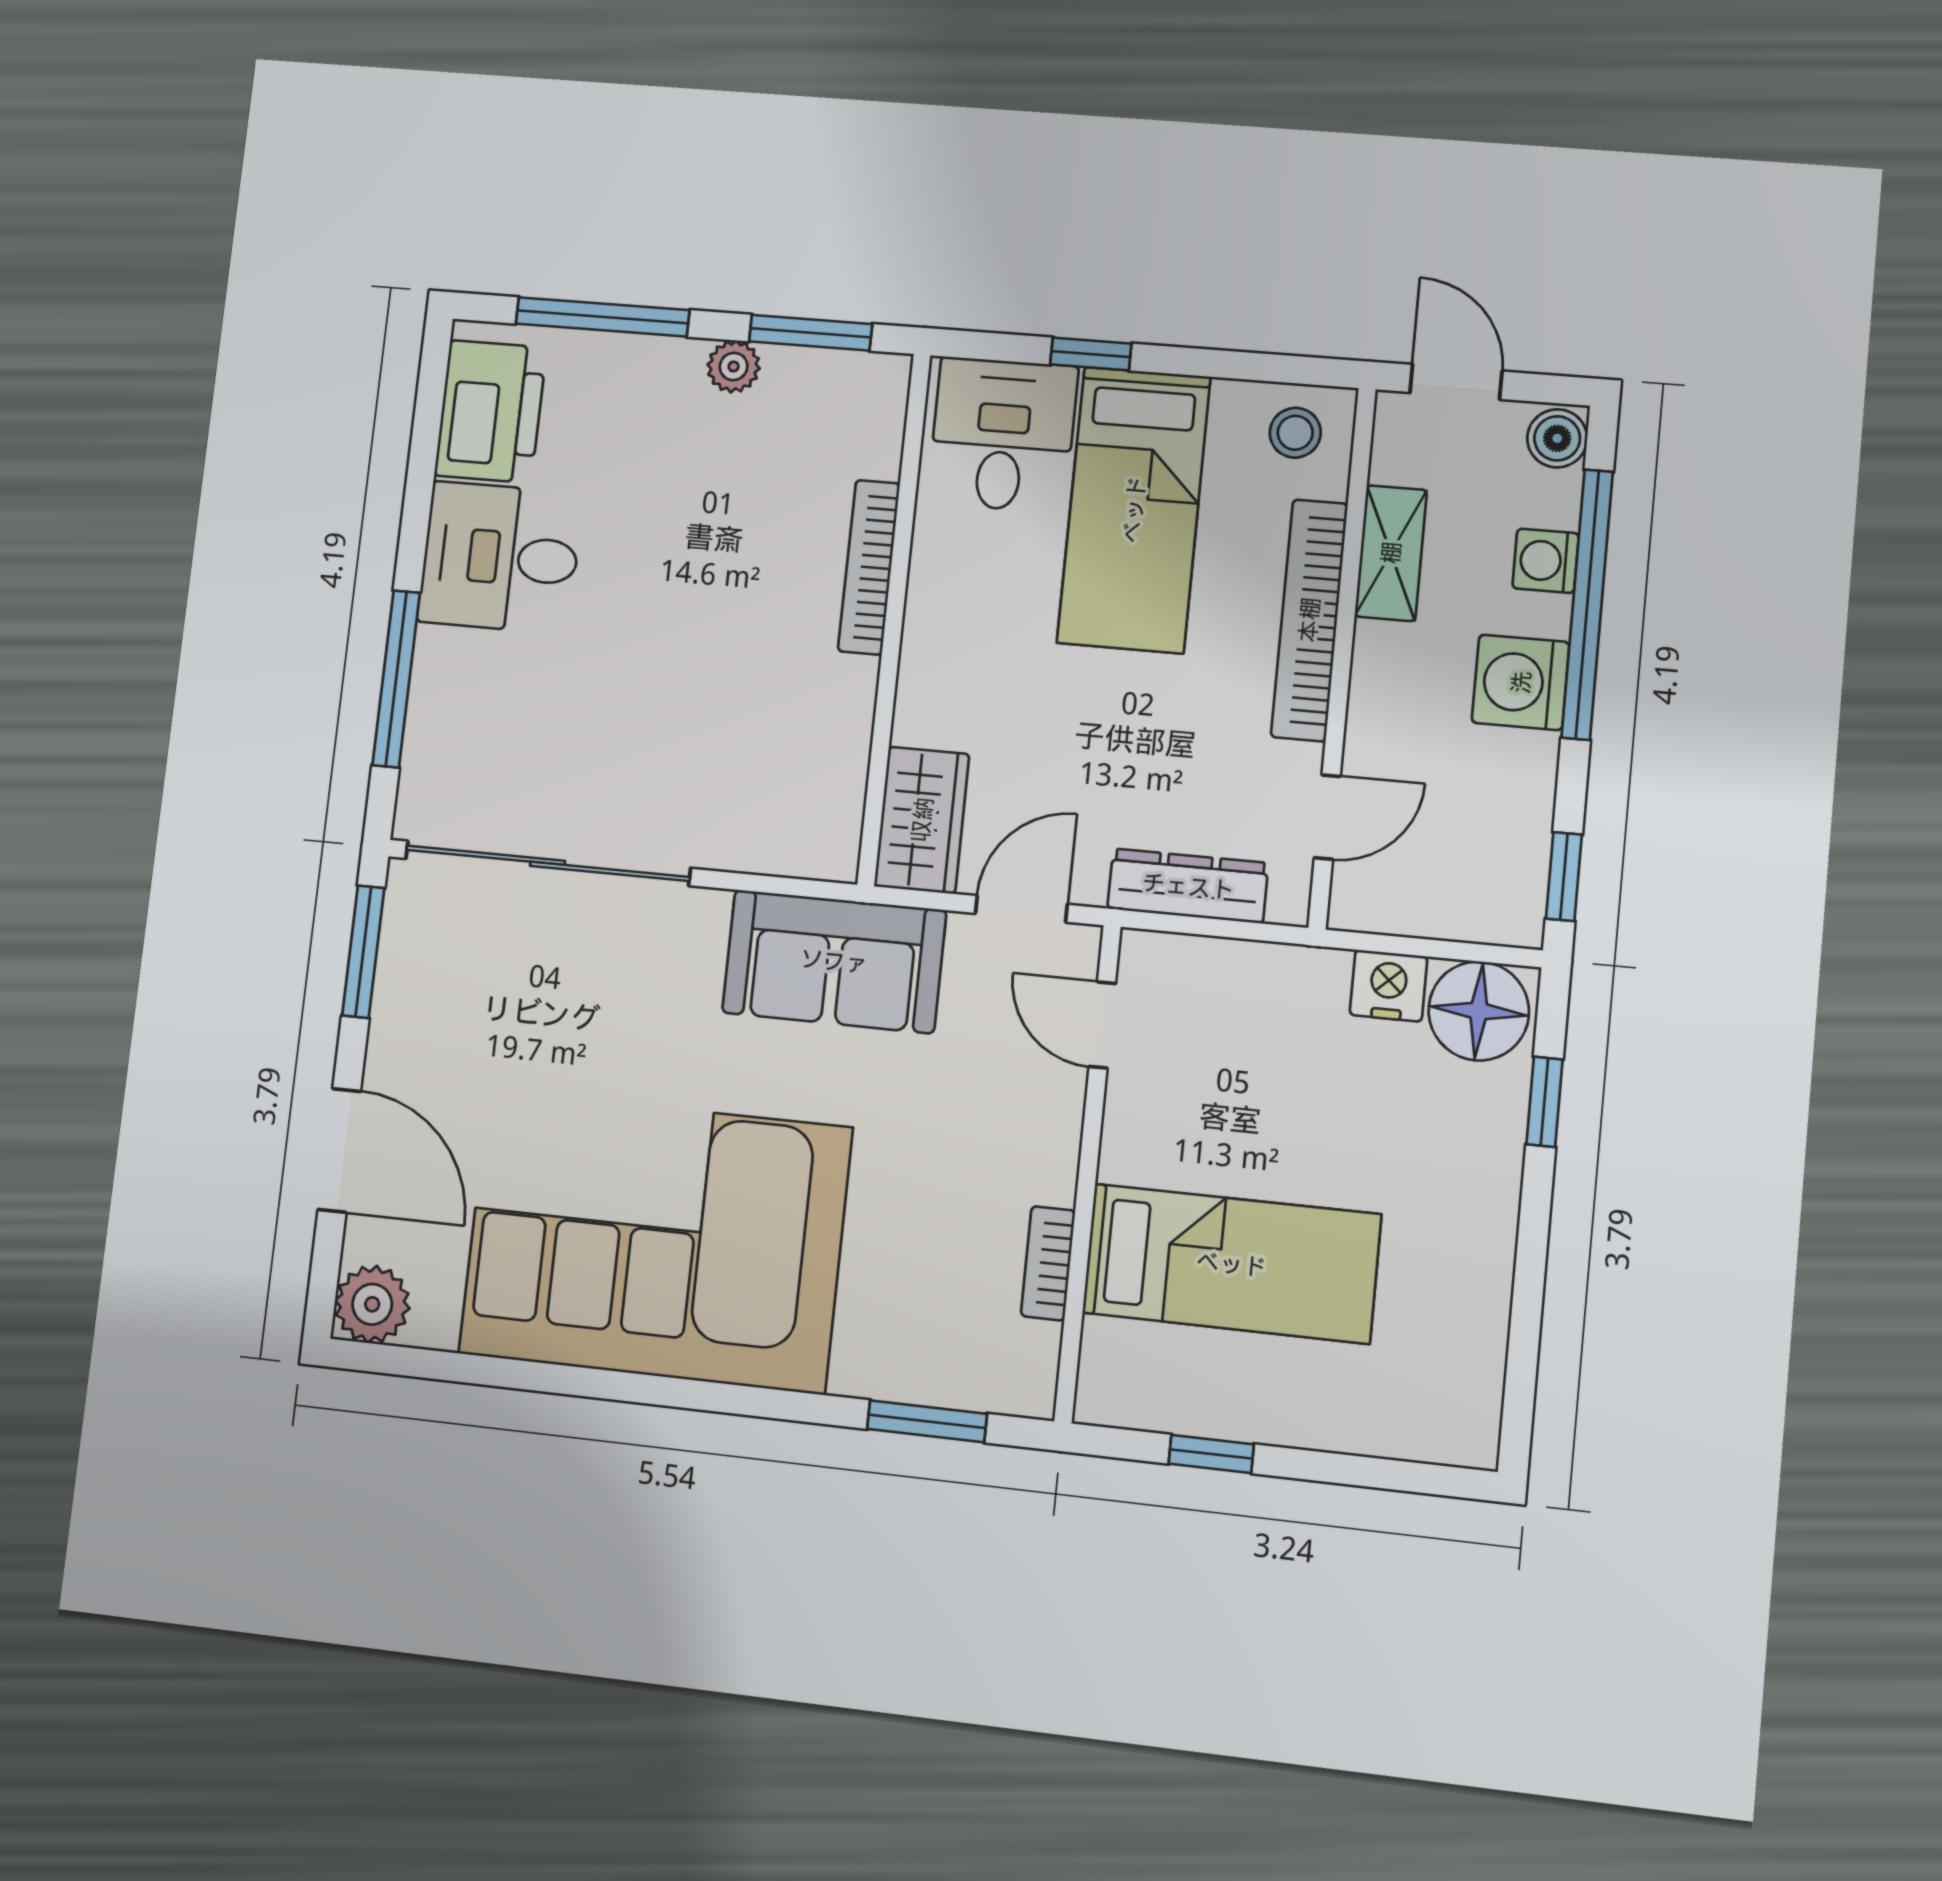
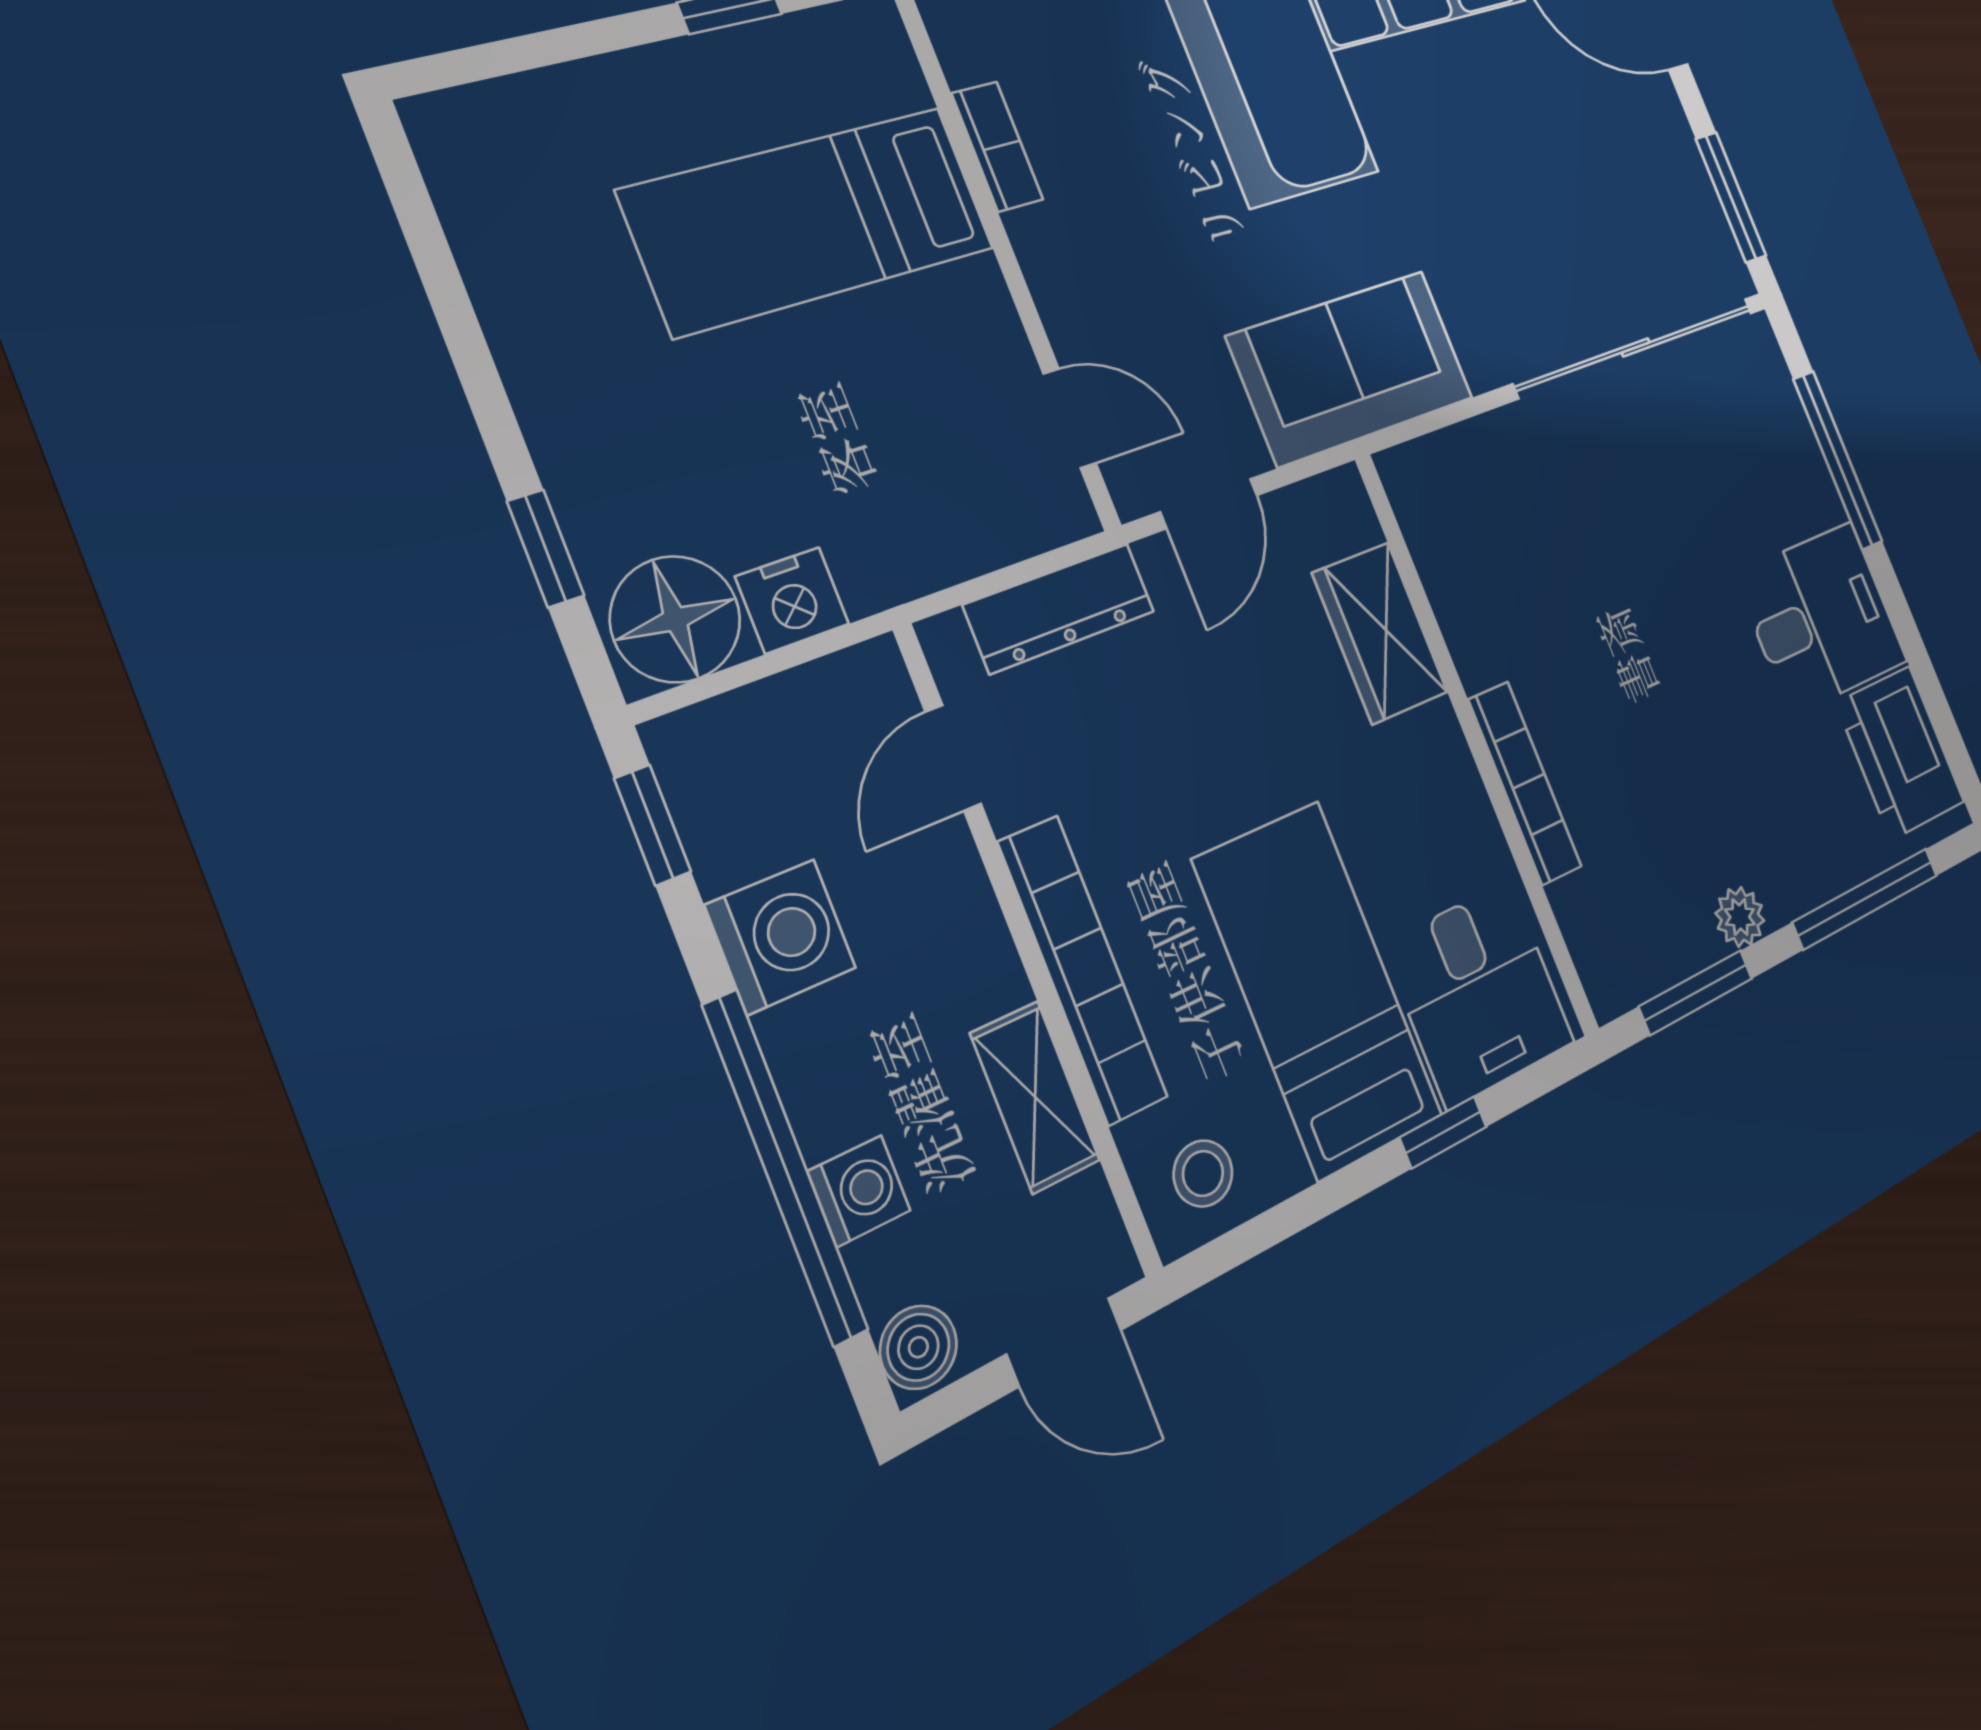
washing machine: (1521, 682) -> (781, 937), moved
wardrobe: (922, 820) -> (1380, 633), moved

